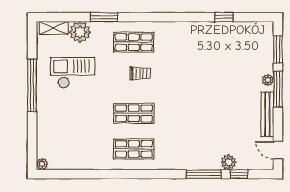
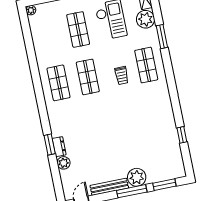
plant: (268, 80) -> (137, 177), width x1.87, depth x1.87
shop shelf: (76, 113) -> (78, 29), added
dresser: (208, 163) -> (59, 147), added
window: (204, 174) -> (50, 144), width x0.69
window: (239, 174) -> (56, 173), removed

